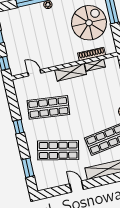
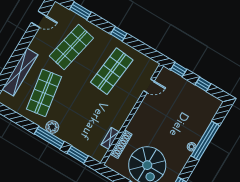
shelving: (70, 72) -> (123, 114), removed
door: (77, 187) -> (39, 19), moved

